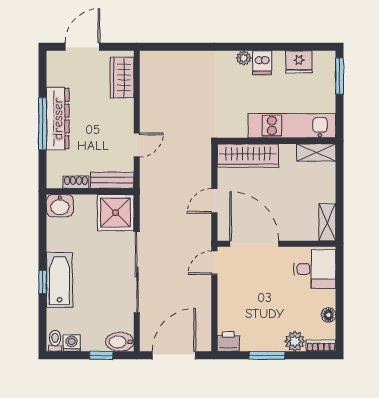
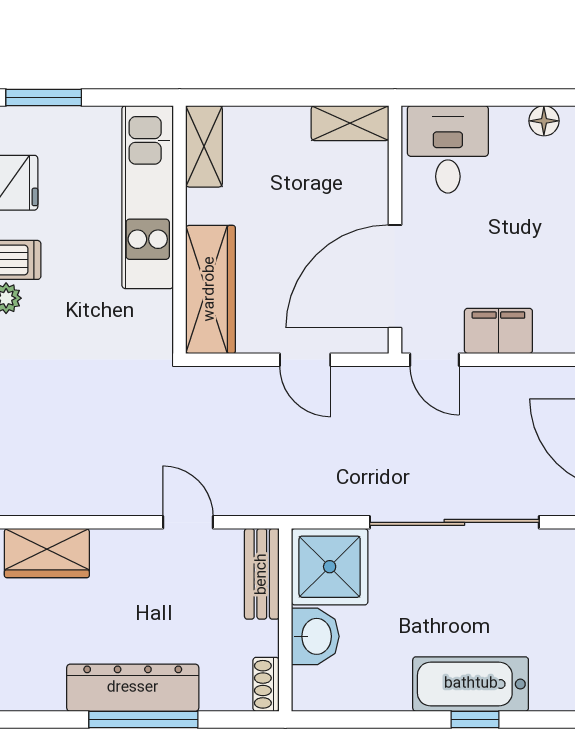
shoe rack: (76, 182) -> (266, 684), moved
washbasin: (60, 206) -> (315, 636), moved
filing cabinet: (228, 293) -> (498, 331), added

